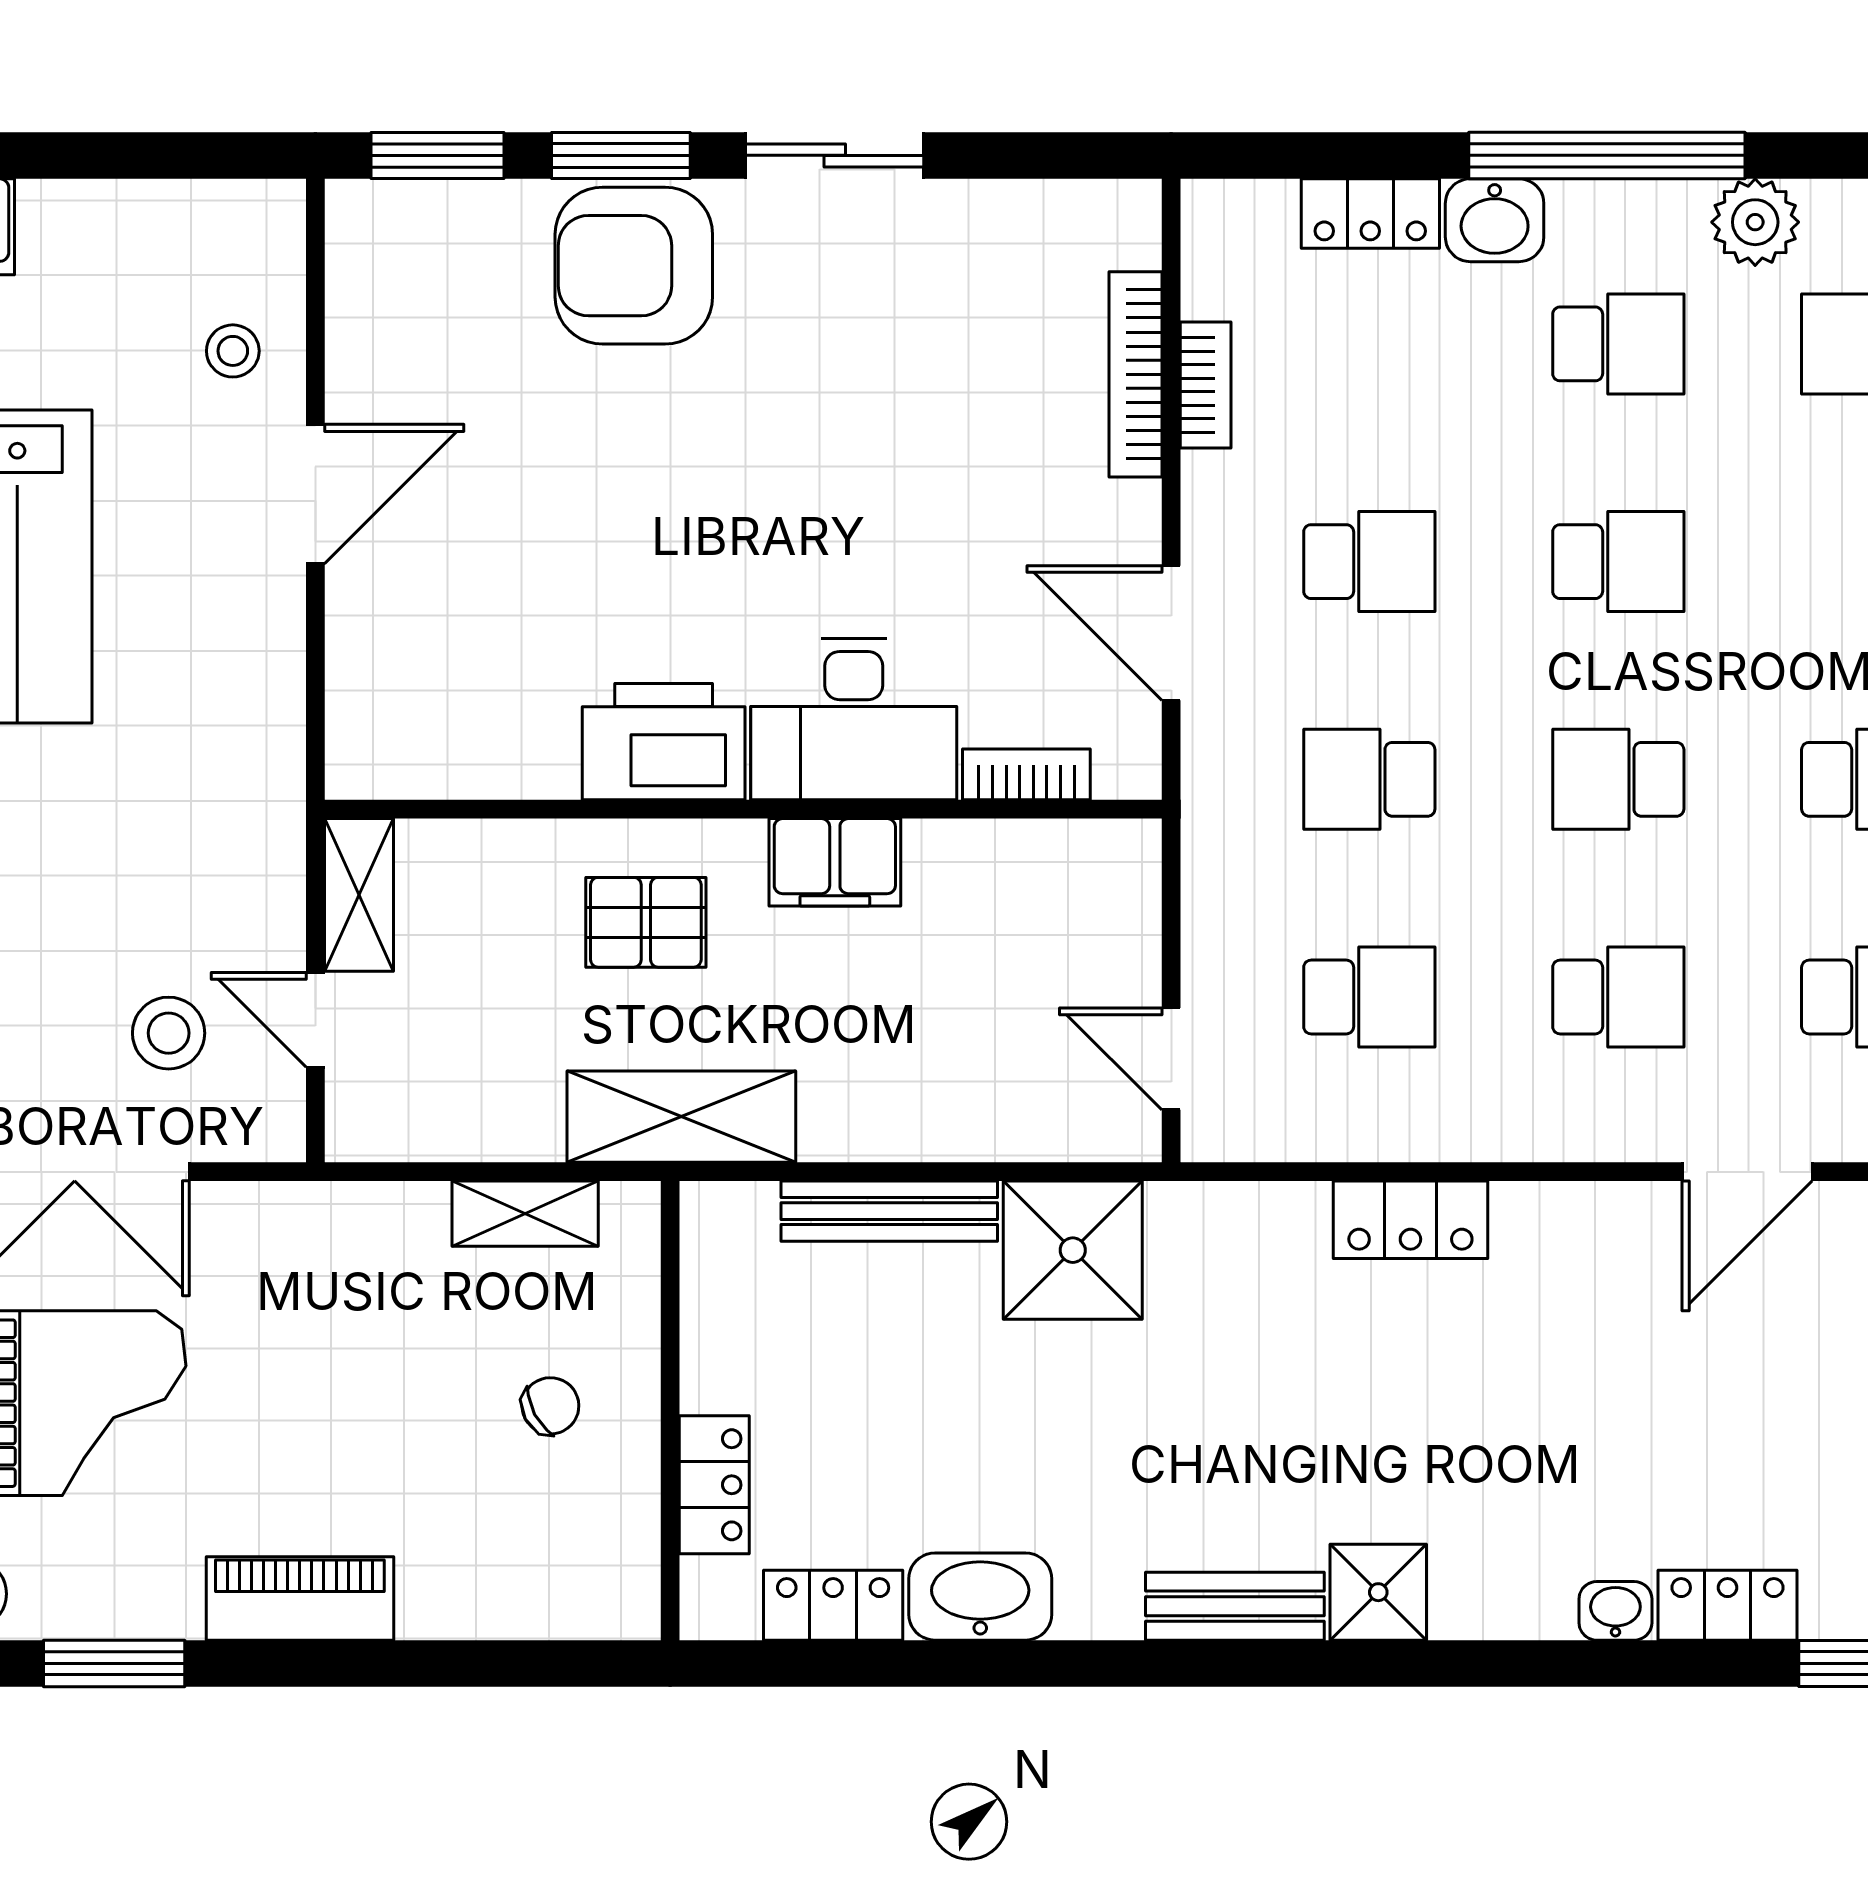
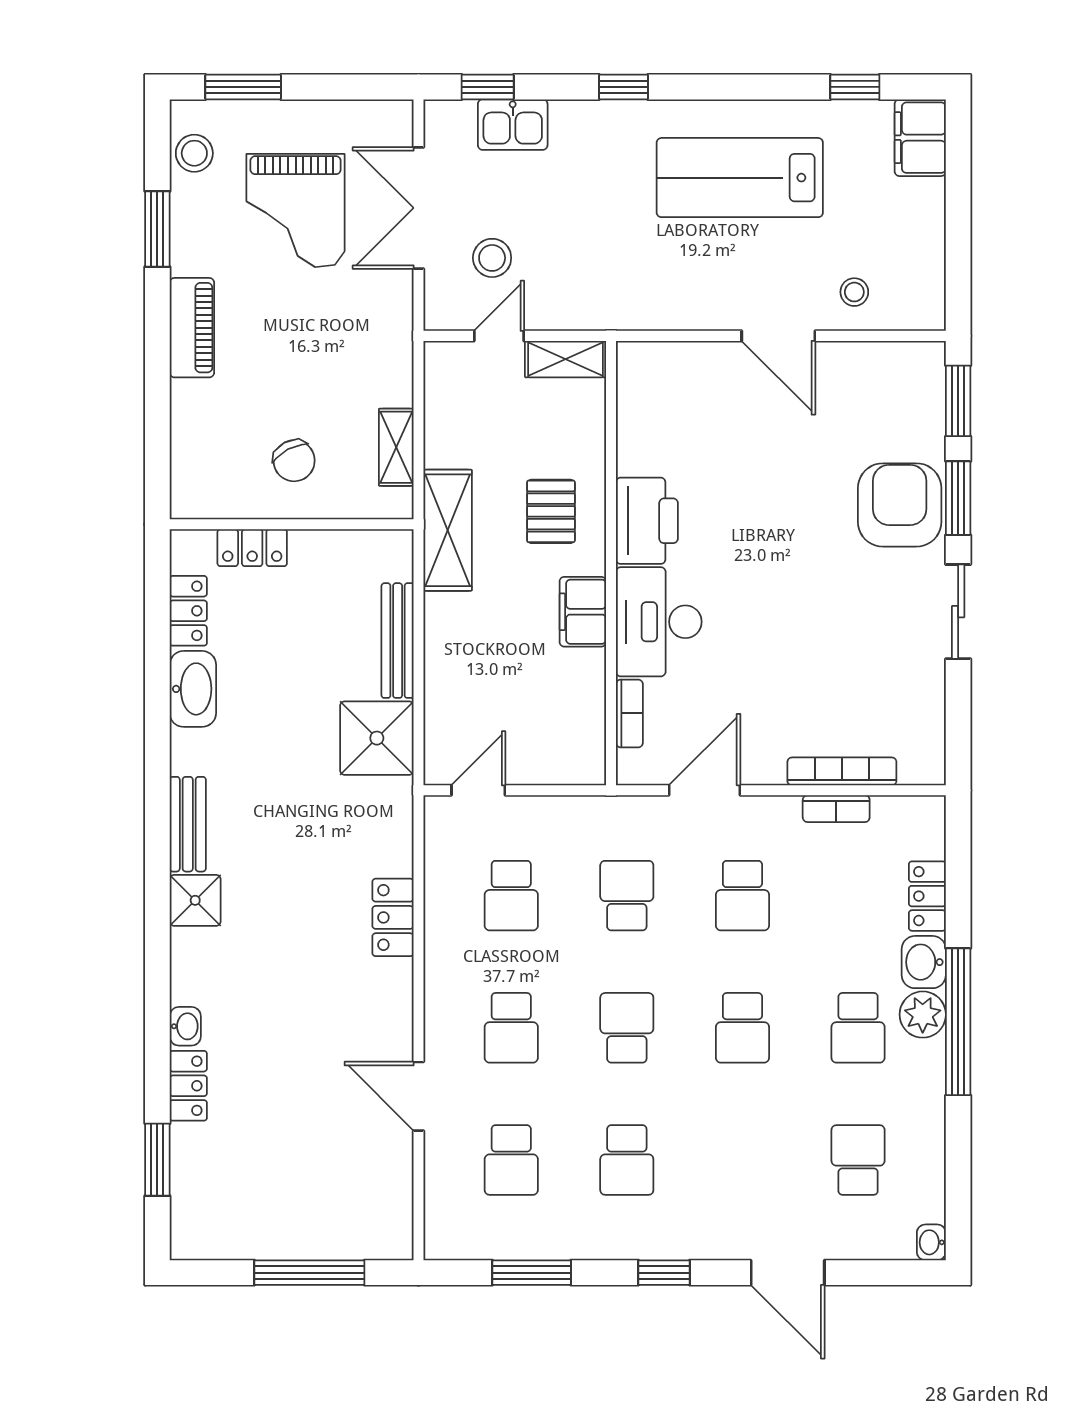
plant: (1755, 222) -> (923, 1015), moved
chair: (550, 1406) -> (294, 461), width x1.37, depth x1.37

